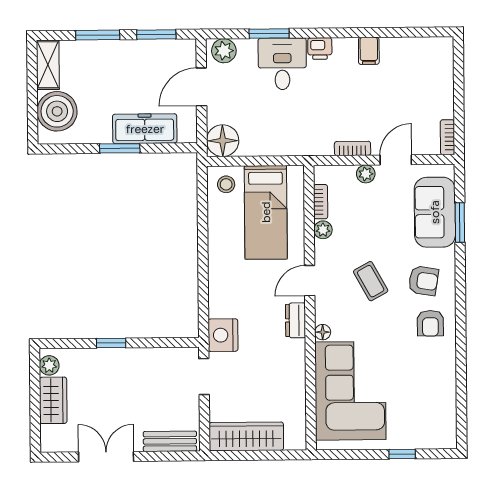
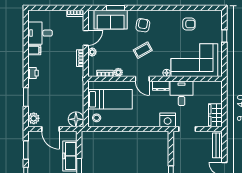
desk: (282, 64) -> (40, 33), moved
door: (396, 160) -> (86, 38), swing flipped
armchair: (430, 323) -> (189, 24), moved
desk: (280, 364) -> (182, 93), added
wardrobe: (246, 436) -> (215, 115), width x0.67

